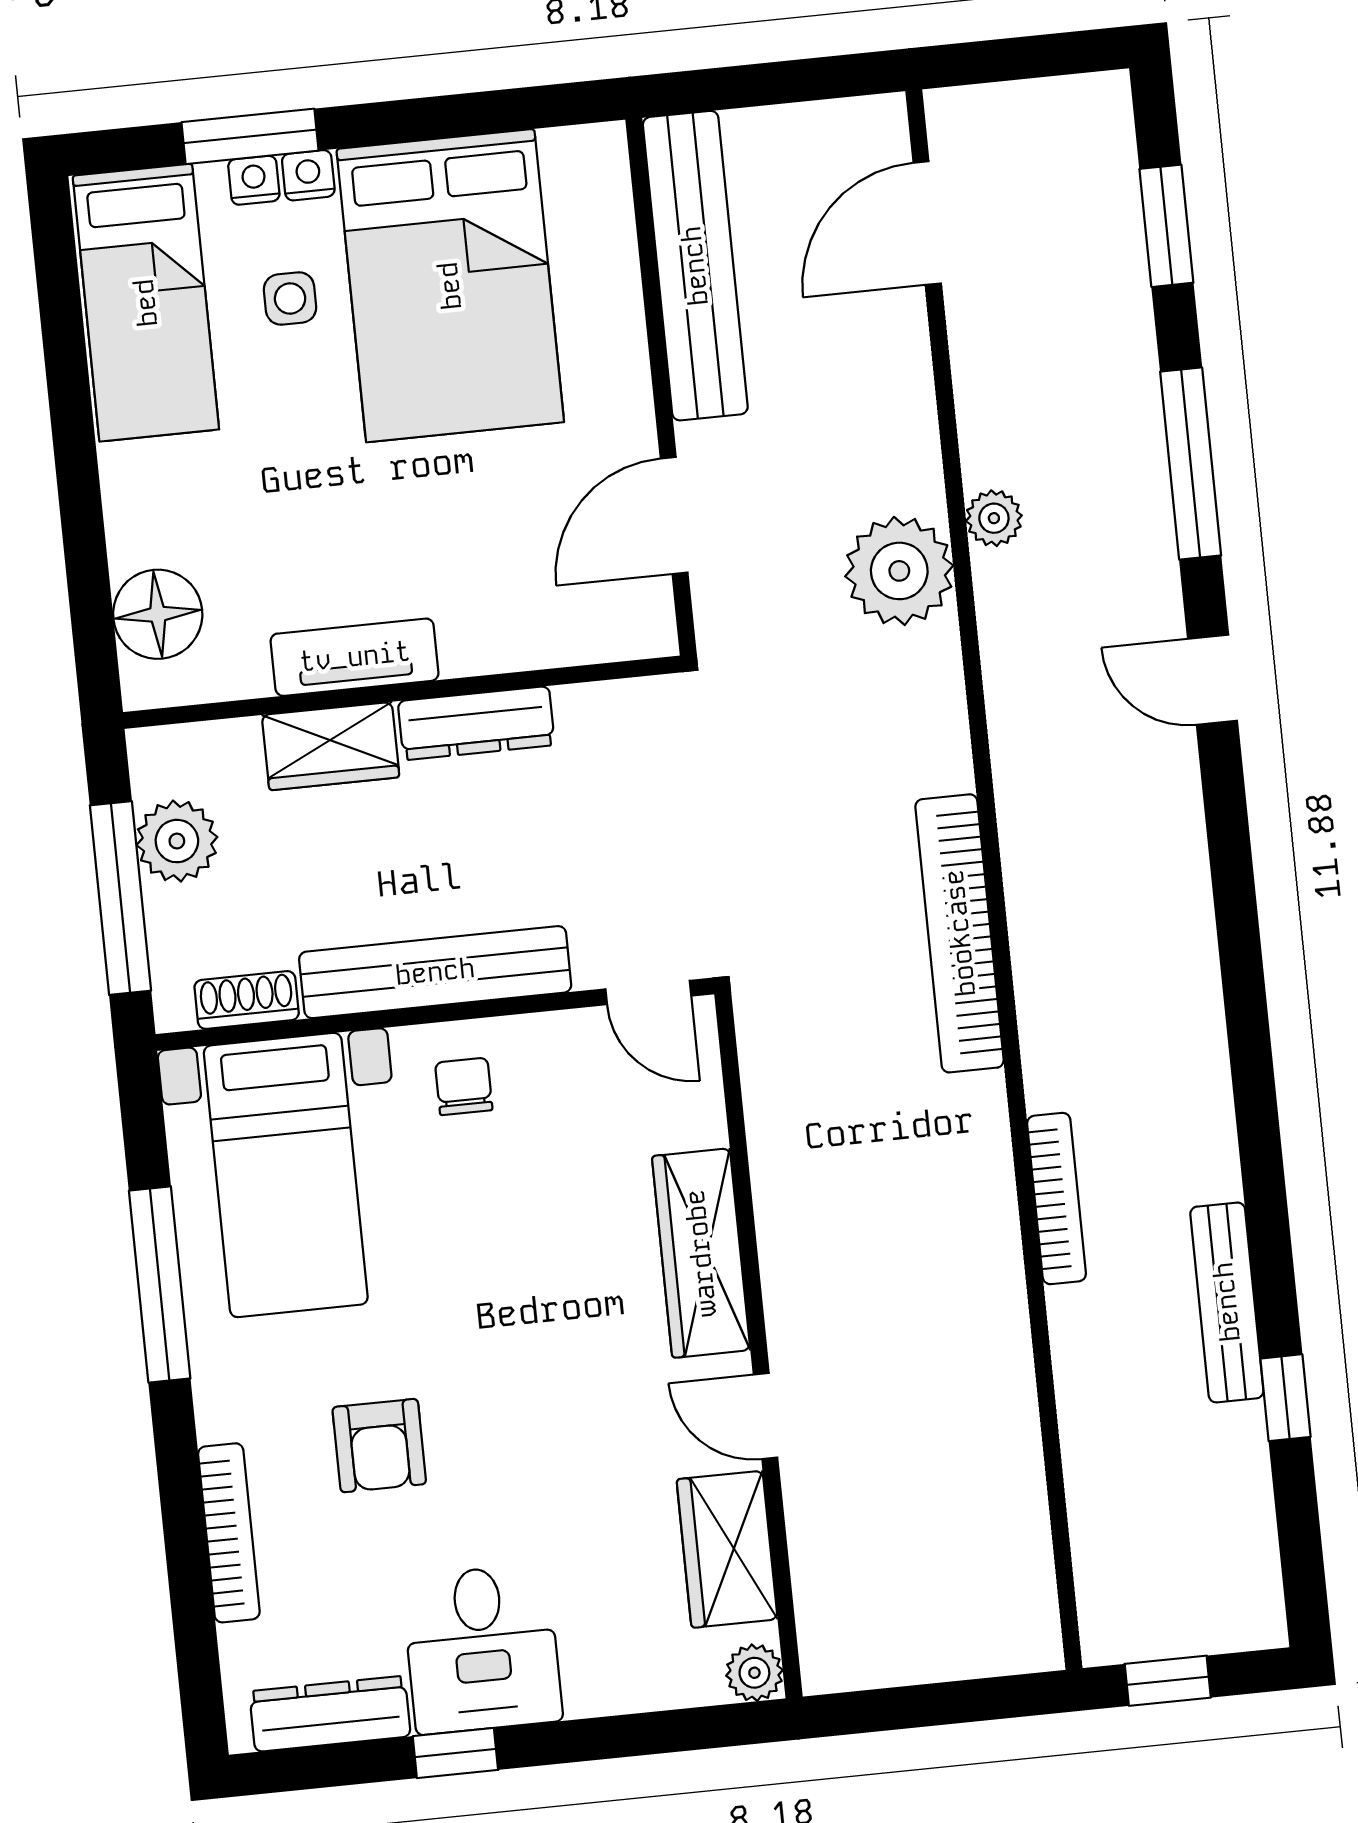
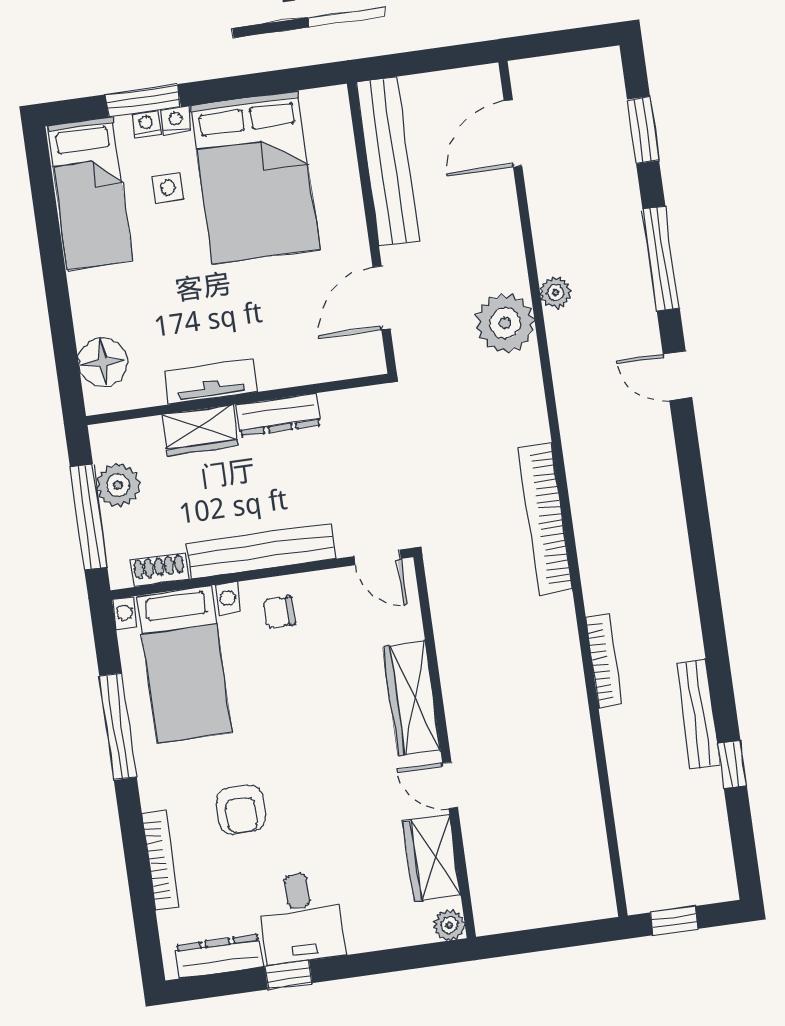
chair: (464, 1086) -> (279, 612), turned -90

